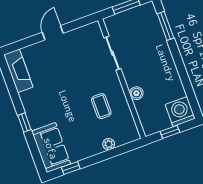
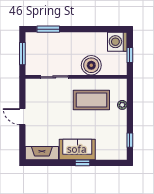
boiler: (136, 93) -> (91, 65), width x1.86, depth x1.86
coffee table: (101, 106) -> (91, 100), width x1.86, depth x1.72
sofa: (51, 148) -> (77, 149), moved

